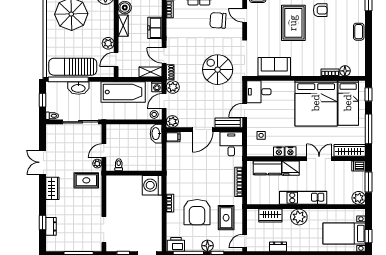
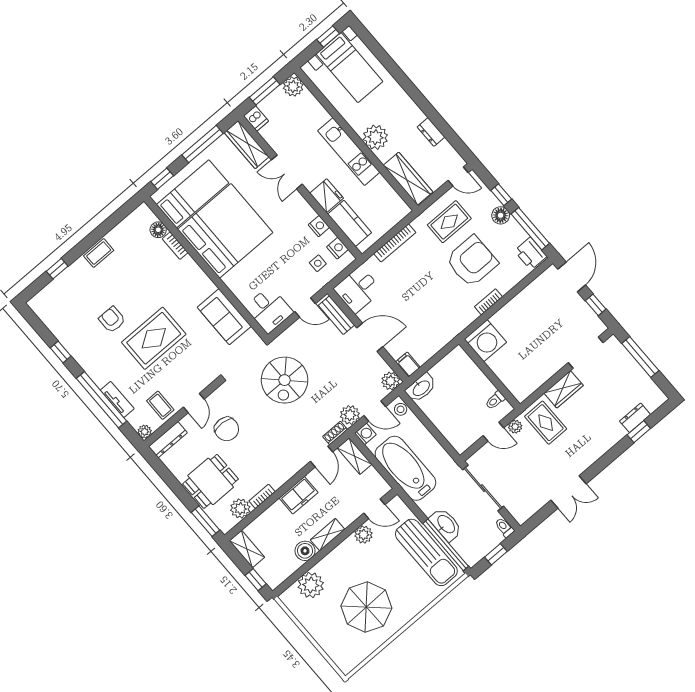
nightstand: (290, 151) -> (338, 248), moved
wardrobe: (52, 188) -> (564, 389), moved, turned 180
wardrobe: (270, 216) -> (408, 179), width x1.50

